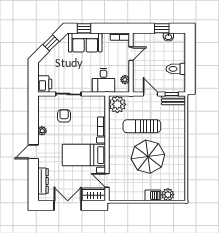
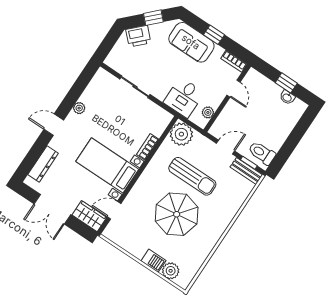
window: (84, 28) -> (214, 35), moved
door: (131, 54) -> (234, 89), hinge flipped
toilet: (176, 69) -> (262, 153), moved
printer: (45, 84) -> (138, 36), moved, turned 45
door: (151, 94) -> (226, 147), hinge flipped
armchair: (64, 116) -> (114, 108), removed
sun lounger: (142, 126) -> (192, 176), turned 180
door: (107, 180) -> (114, 210), hinge flipped
double door: (68, 206) -> (52, 209), swing flipped

